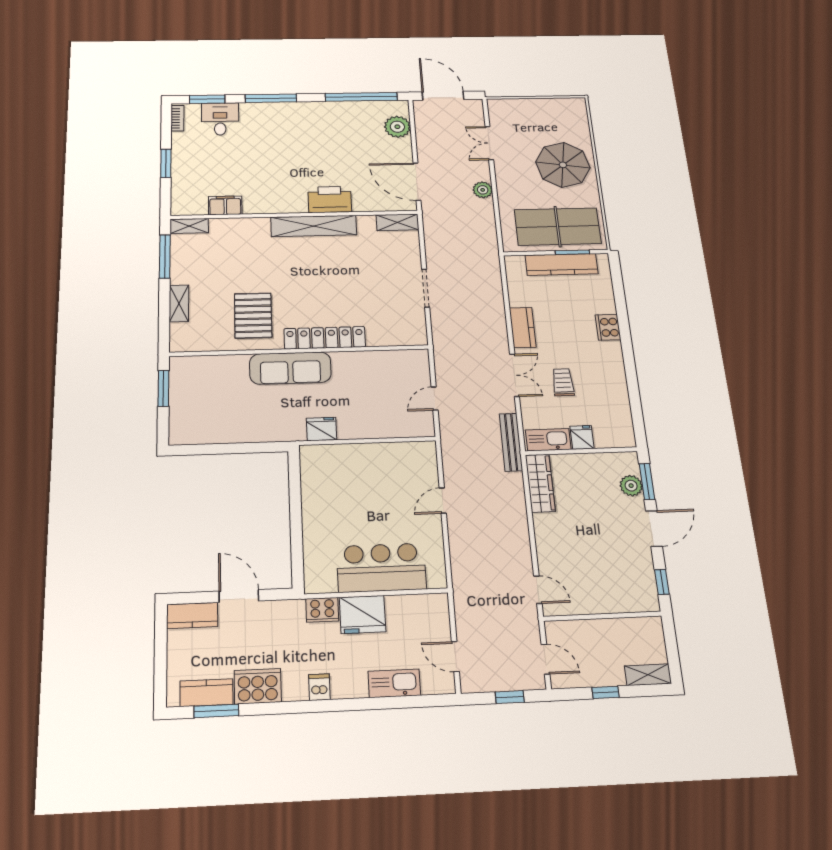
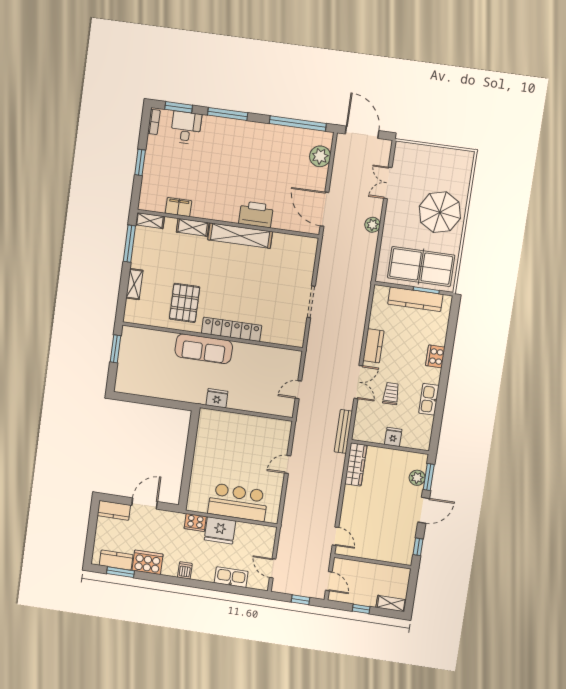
shelving: (398, 222) -> (193, 227), moved
kitchen sink: (548, 440) -> (429, 399), moved, turned -90
door: (239, 596) -> (145, 503), hinge flipped

